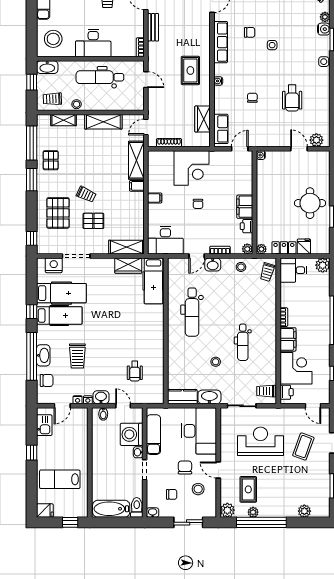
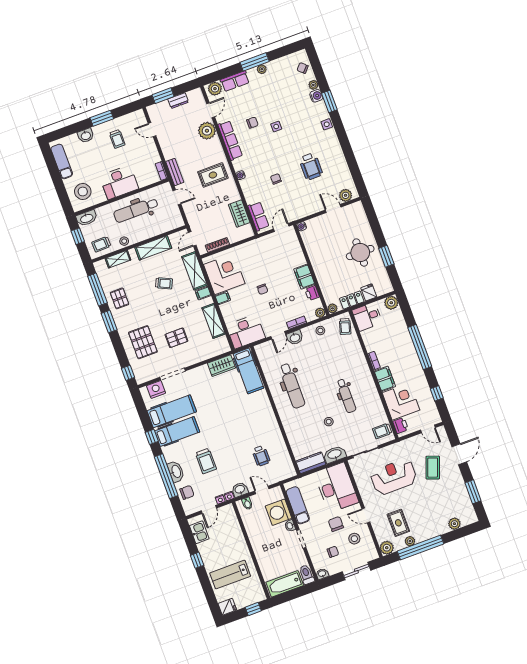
plant: (201, 24) -> (207, 131), added
bench: (153, 27) -> (175, 172), moved
rug: (190, 70) -> (213, 175), turned 90
corner desk: (192, 168) -> (224, 274), moved, turned -90
trolley: (86, 194) -> (164, 283), moved
shelving: (126, 247) -> (214, 321), moved, turned 90

